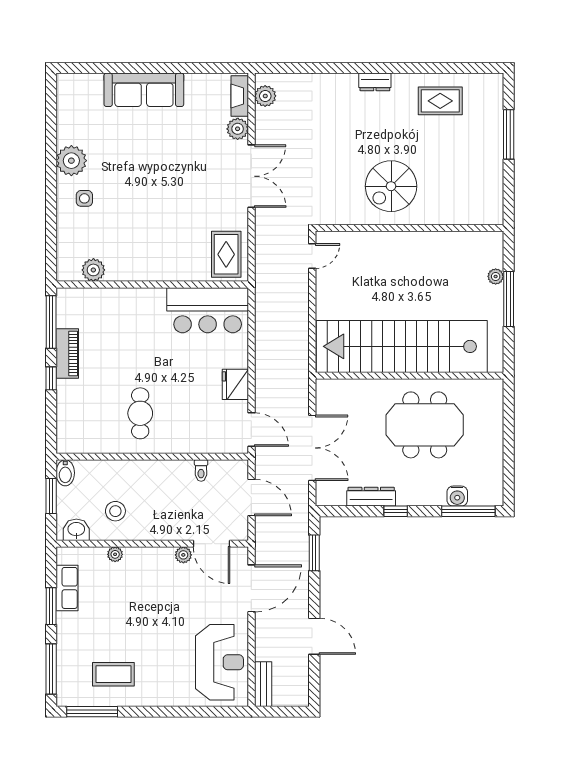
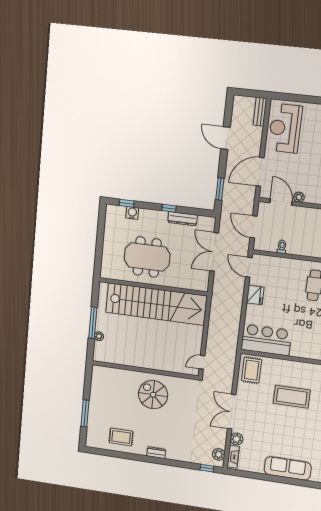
window: (283, 68) -> (207, 468), added
spiral stairs: (391, 186) -> (153, 395), turned -90
coffee table: (153, 218) -> (292, 397), added
window: (468, 511) -> (127, 203), width x0.46

